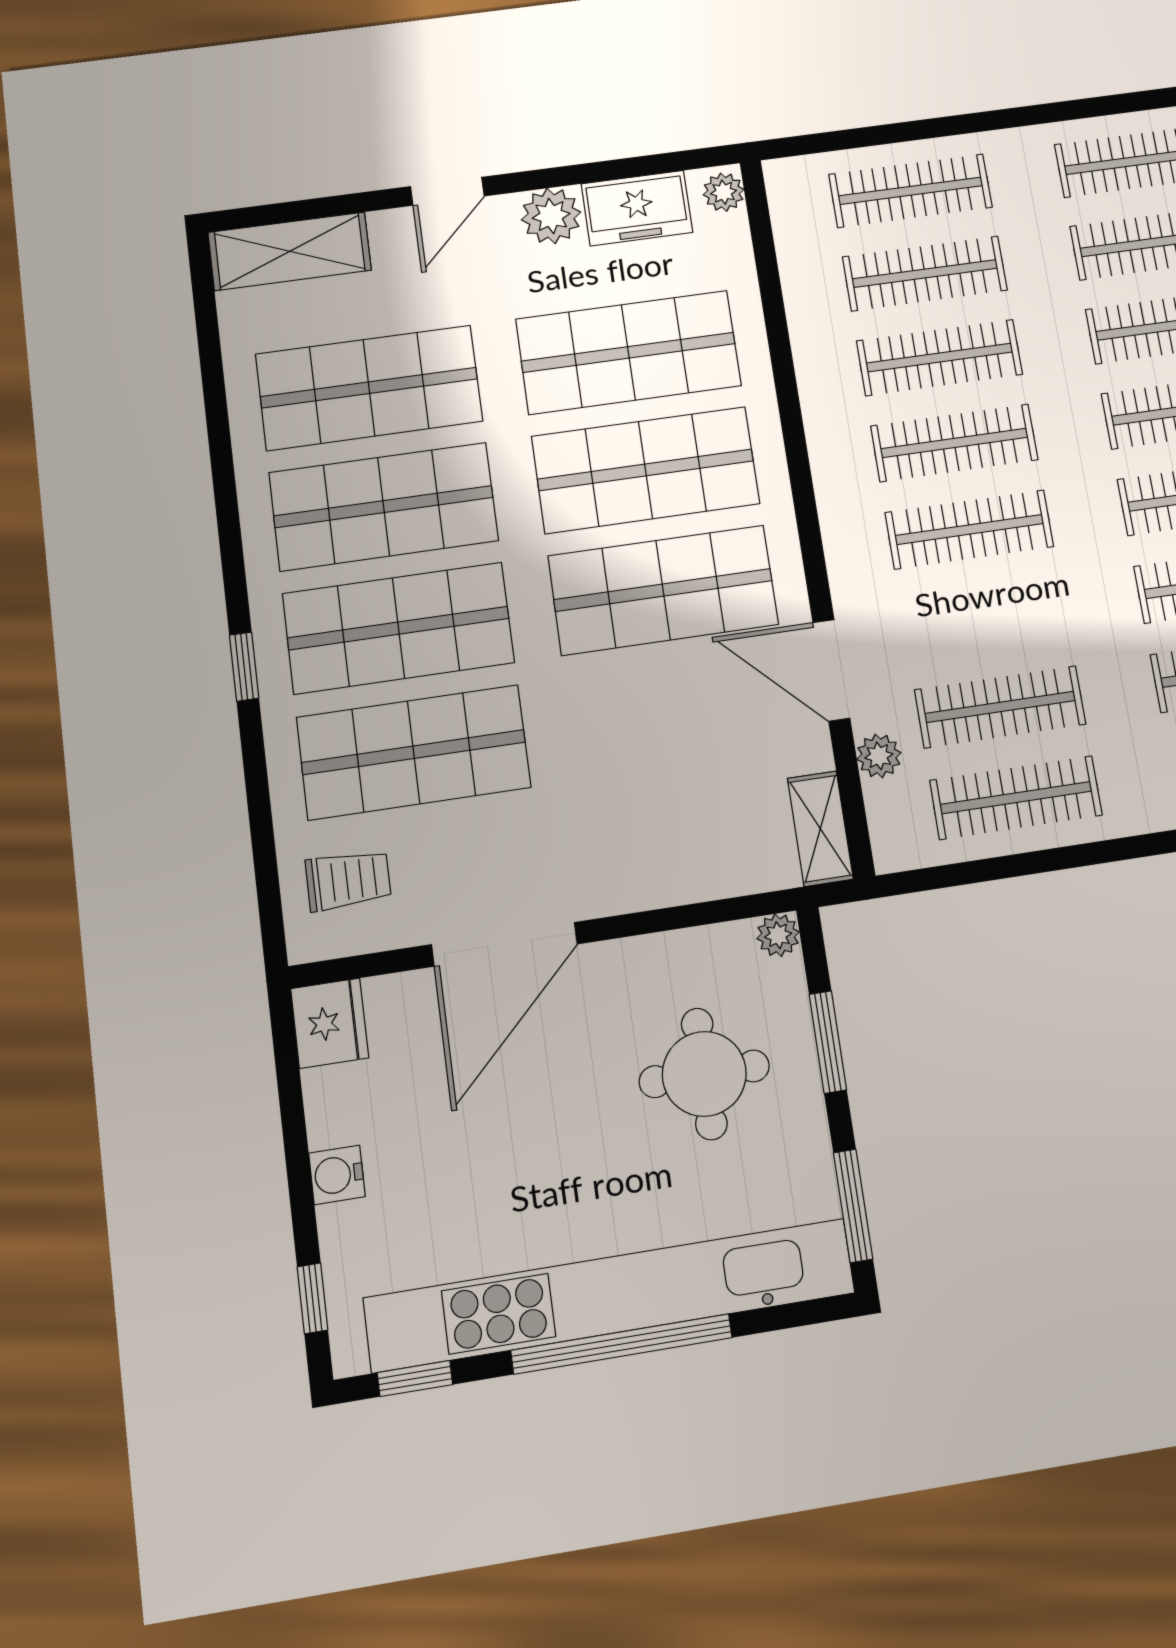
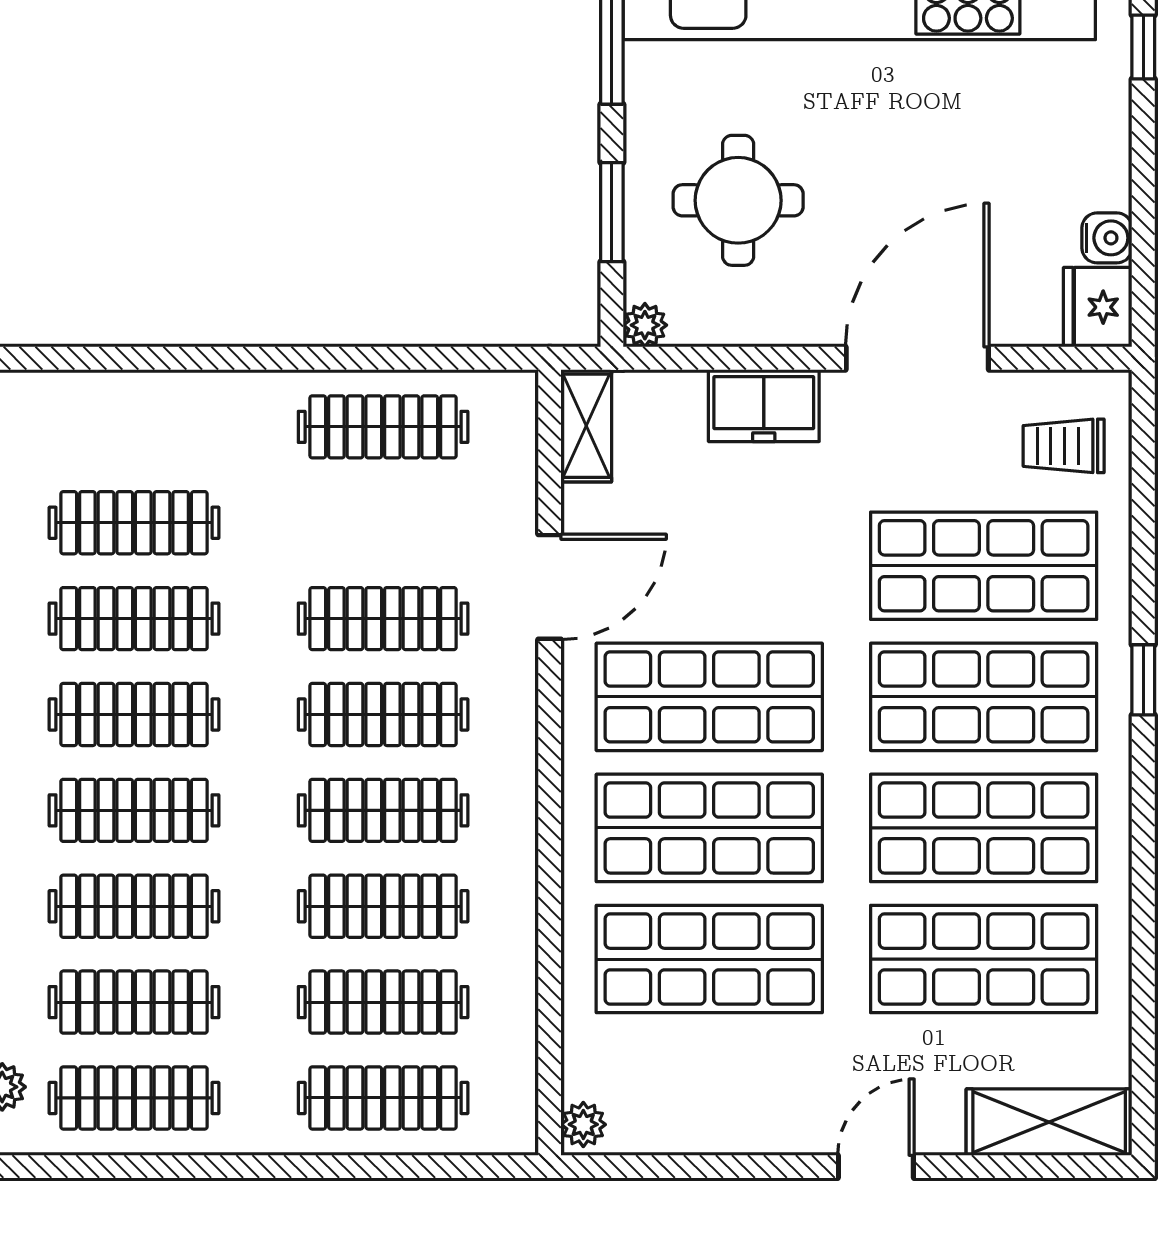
freezer: (637, 208) -> (764, 406), moved, turned 180
plant: (551, 216) -> (770, 1123), removed
door: (831, 670) -> (550, 587), hinge flipped
clothes rail: (1000, 707) -> (383, 619), moved
plant: (879, 756) -> (515, 491), removed
water cooler: (337, 1175) -> (1107, 238), moved

